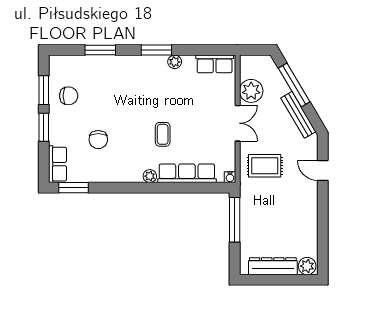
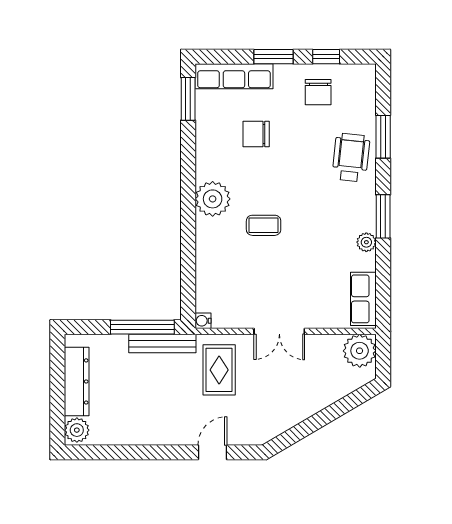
wheelchair: (115, 73) -> (351, 158), added
window: (294, 85) -> (334, 412), removed
window: (44, 90) -> (326, 57), width x0.67
plant: (251, 91) -> (360, 351), moved
bench: (298, 115) -> (162, 344), moved, turned 30
row of seats: (58, 164) -> (234, 76), width x1.48
row of seats: (187, 173) -> (208, 260), removed
plant: (150, 176) -> (213, 199), width x1.87, depth x1.87

